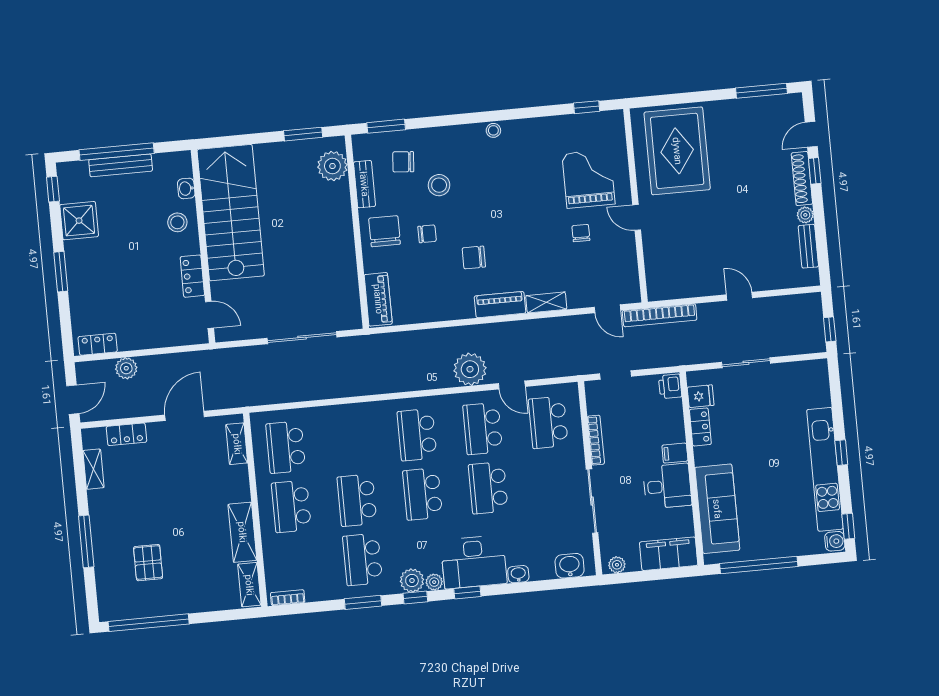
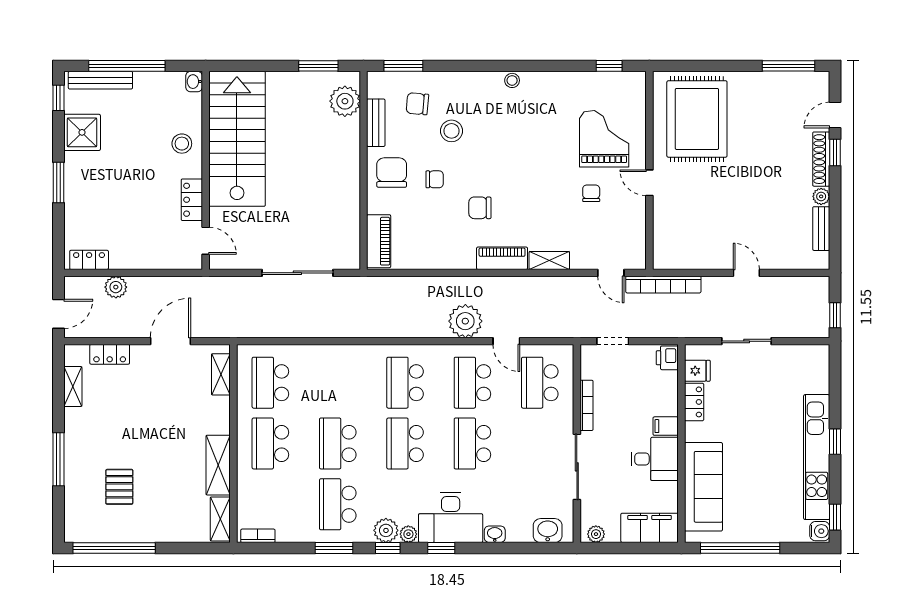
bench: (121, 165) -> (100, 80), moved
washbasin: (186, 188) -> (194, 82), moved

